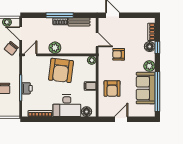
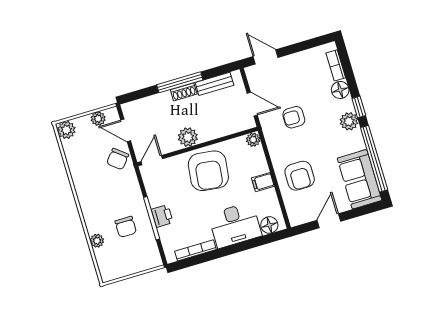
window: (157, 47) -> (359, 107), moved
sofa: (146, 88) -> (360, 179), moved

